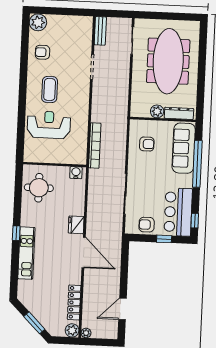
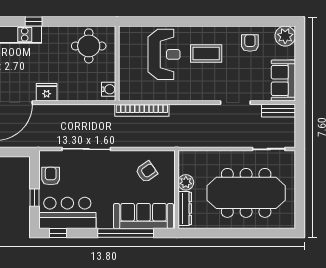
sofa: (75, 26) -> (283, 81), added
armchair: (147, 144) -> (146, 172), turned -125

